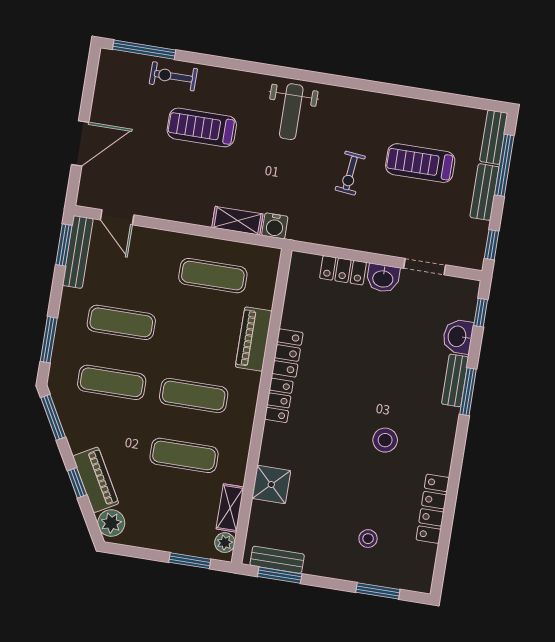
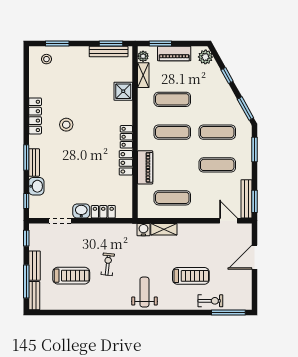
piano: (96, 480) -> (174, 54), moved, turned -61
locker: (433, 509) -> (35, 116), moved
stool: (368, 539) -> (46, 59), moved
bench: (277, 560) -> (109, 52), width x1.36

